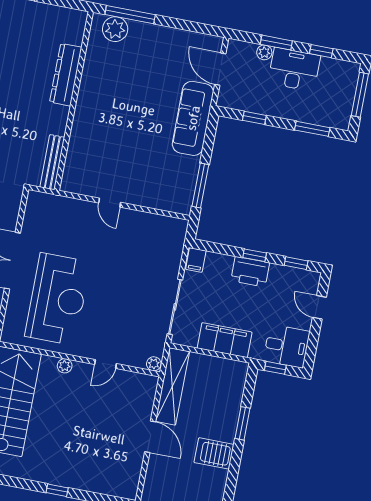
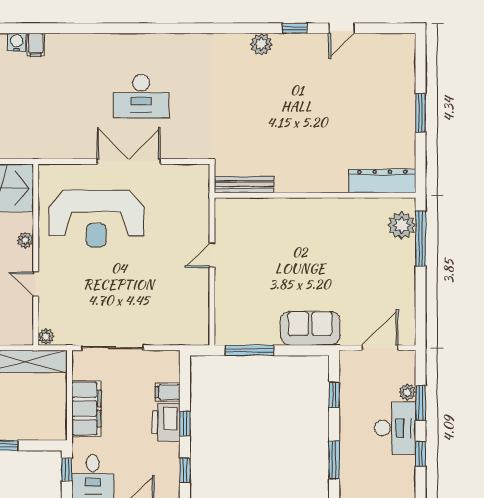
dresser: (66, 75) -> (382, 181), moved
sofa: (193, 118) -> (310, 328), width x0.73
filing cabinet: (196, 260) -> (168, 392), moved

